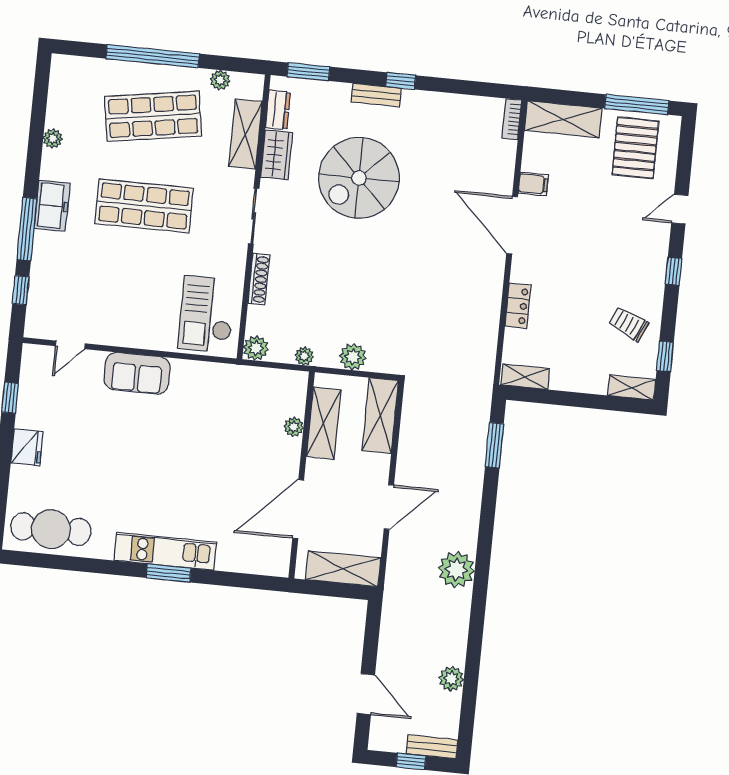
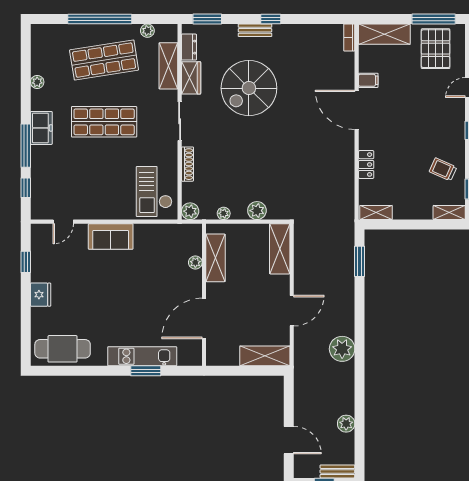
shelving: (324, 423) -> (216, 258), moved
plant: (294, 427) -> (195, 262), moved
wall: (302, 475) -> (204, 295), moved
door: (298, 509) -> (204, 318), moved

